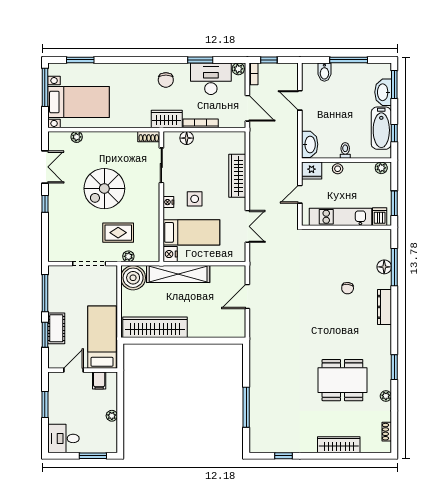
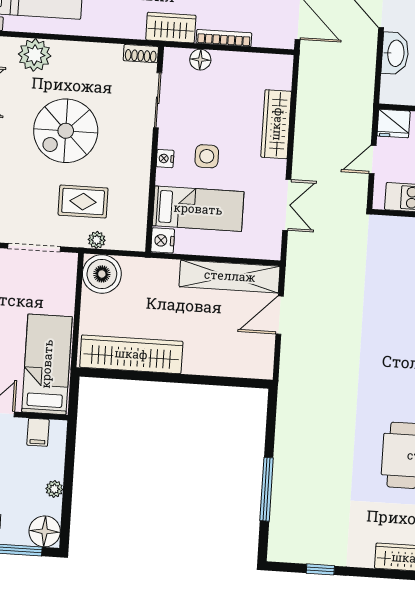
plant: (77, 137) -> (35, 55), width x1.87, depth x1.87
washbasin: (310, 144) -> (395, 53), moved
shelving: (178, 274) -> (230, 276), moved
floor lamp: (107, 443) -> (45, 531), added

